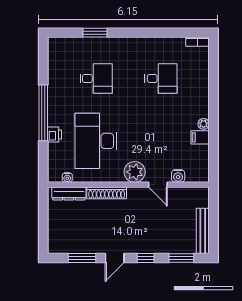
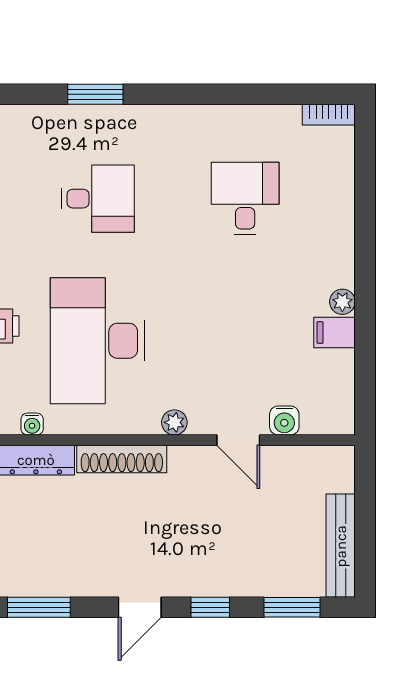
desk: (161, 78) -> (245, 199), turned -90
plant: (135, 172) -> (174, 422), width x0.53, depth x0.53
window: (82, 258) -> (39, 607), moved

